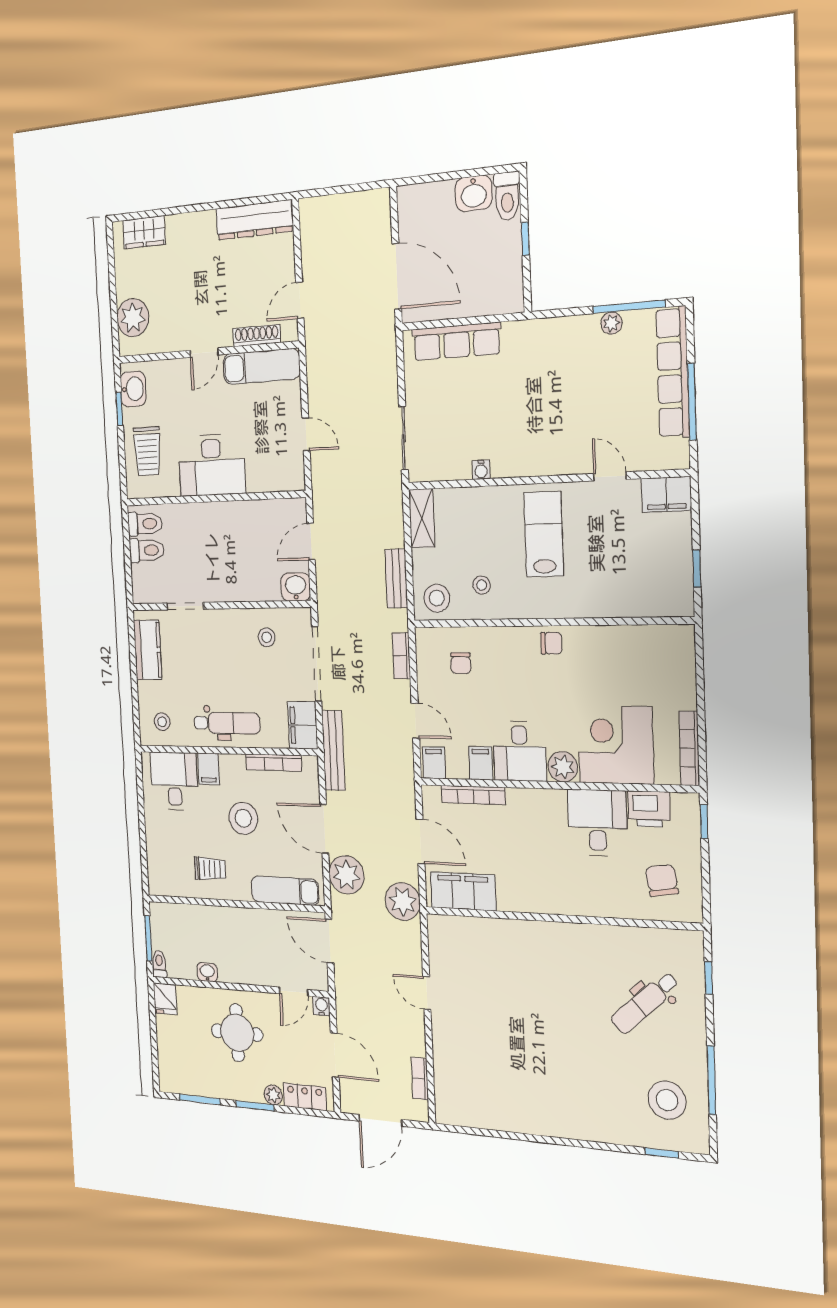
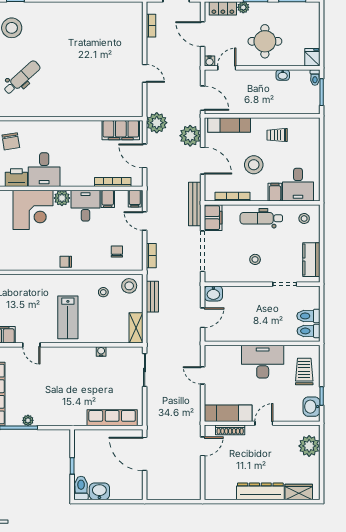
dresser: (254, 220) -> (260, 491), moved
stool: (267, 637) -> (255, 259), moved

